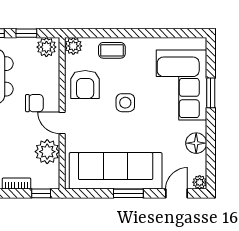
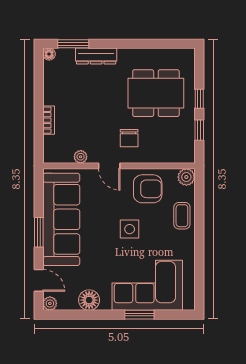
plant: (46, 47) -> (185, 150), removed
armchair: (85, 85) -> (148, 189), turned 180
door: (62, 123) -> (109, 166), swing flipped
plant: (47, 152) -> (81, 157), width x0.53, depth x0.53
window: (41, 193) -> (39, 145), removed

